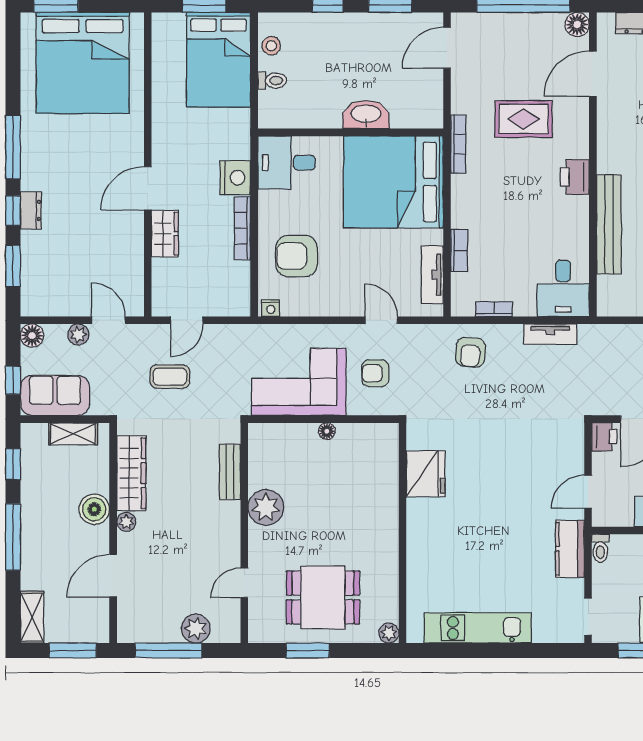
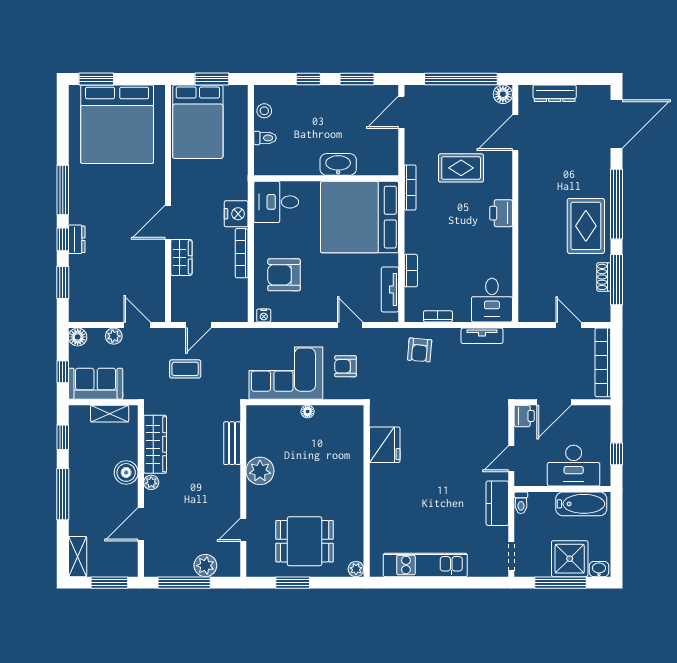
bed: (218, 60) -> (198, 122), moved
bench: (609, 224) -> (528, 250), removed

